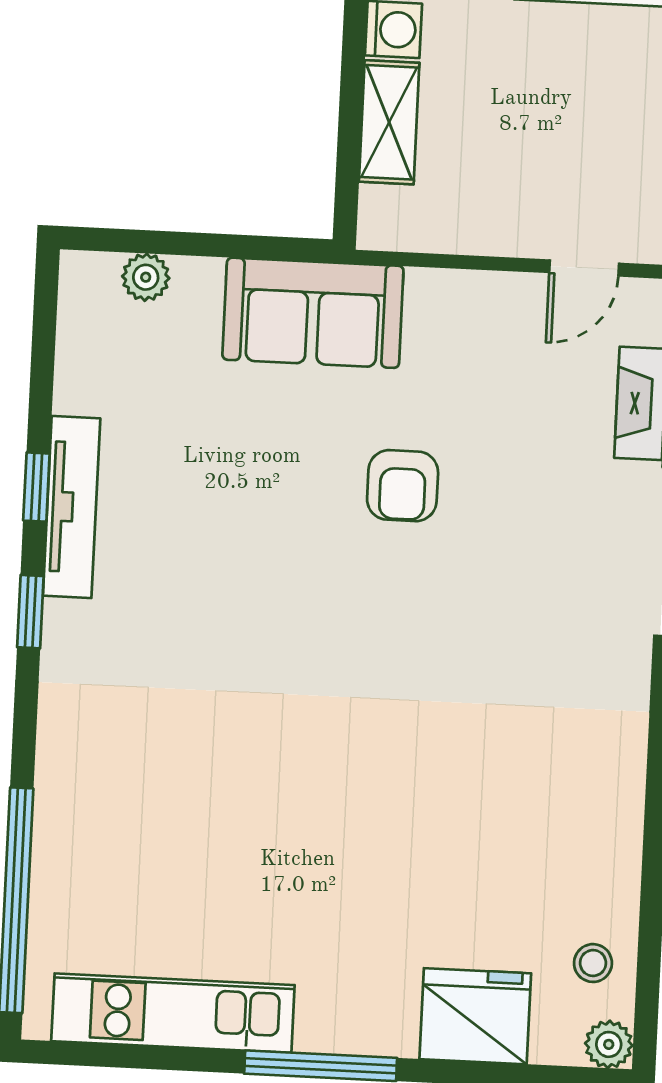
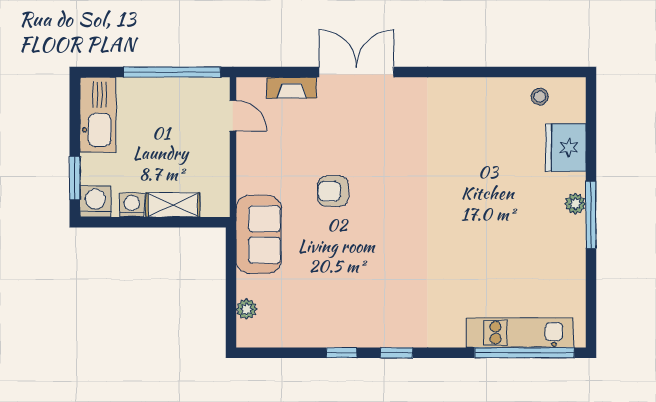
armchair: (403, 486) -> (333, 191), turned 180
tv unit: (72, 507) -> (350, 337), removed
kitchen unit: (173, 1013) -> (520, 333), moved, turned 90
plant: (609, 1044) -> (575, 204), moved

